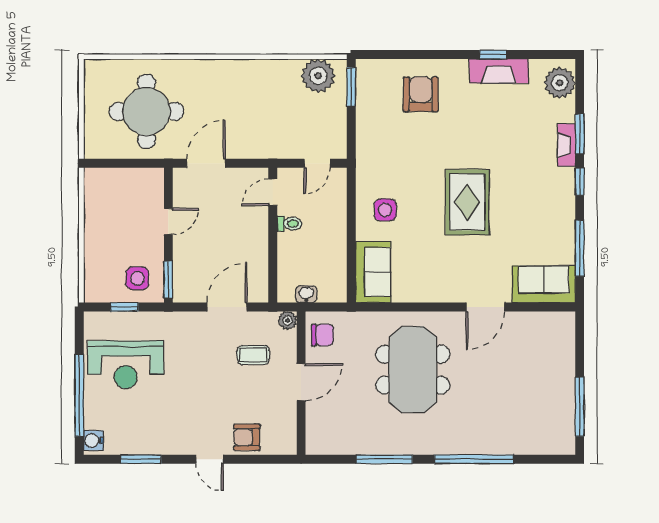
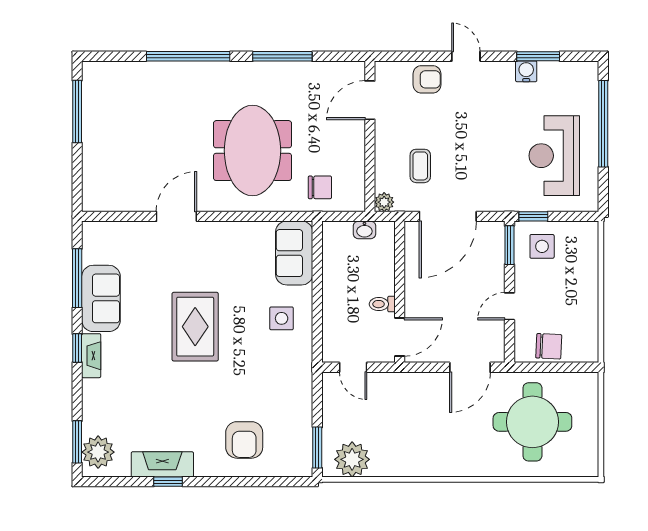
window: (580, 134) -> (77, 442), moved
fireplace: (566, 145) -> (91, 356), moved
door: (317, 163) -> (353, 367), swing flipped
chair: (131, 183) -> (549, 346), added
door: (273, 192) -> (400, 337), width x1.38
sofa: (544, 284) -> (101, 298), moved, turned -90
window: (124, 307) -> (533, 216), moved
door: (227, 307) -> (448, 216), width x1.36
chair: (323, 335) -> (320, 187), moved, turned 180
coffee table: (253, 355) -> (420, 166), turned 90
reception desk: (126, 365) -> (554, 156), turned -90
door: (301, 382) -> (370, 100), moved
water cooler: (94, 441) -> (526, 71), moved, turned -90

